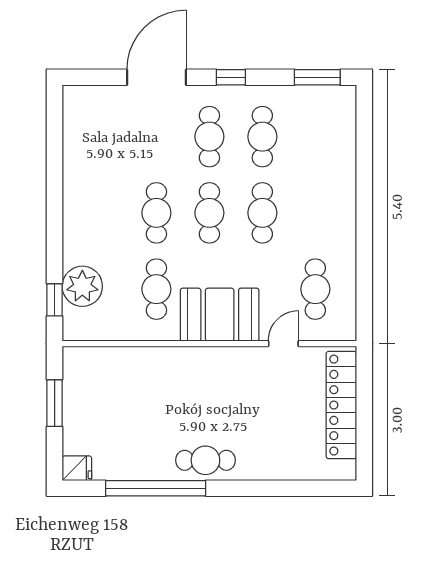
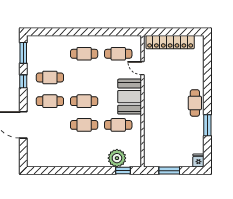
window: (231, 77) -> (23, 81), moved
cafe table: (262, 213) -> (84, 54), moved
window: (156, 488) -> (207, 125), width x0.47

